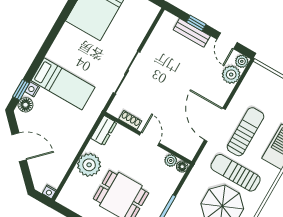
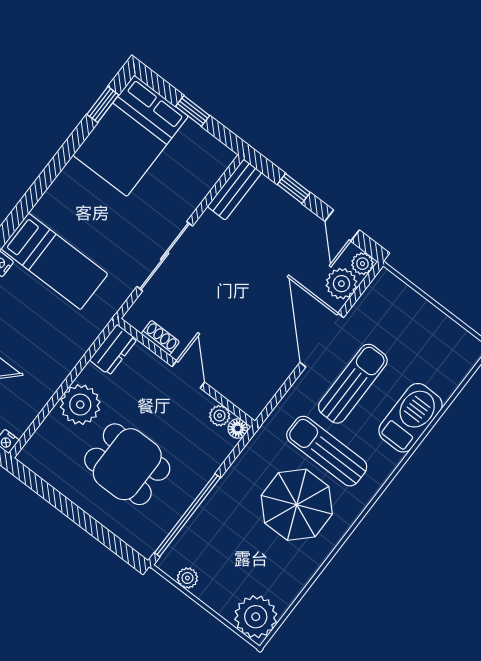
bench: (192, 33) -> (234, 189), moved, turned 90
door: (215, 125) -> (322, 340), moved

